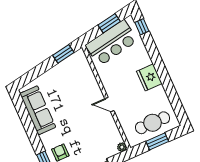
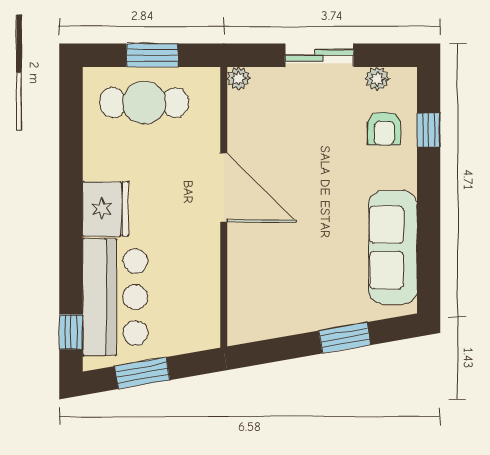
bar counter: (112, 43) -> (115, 297), moved, turned 100
window: (63, 54) -> (345, 338), moved
door: (109, 105) -> (224, 188), width x1.87

